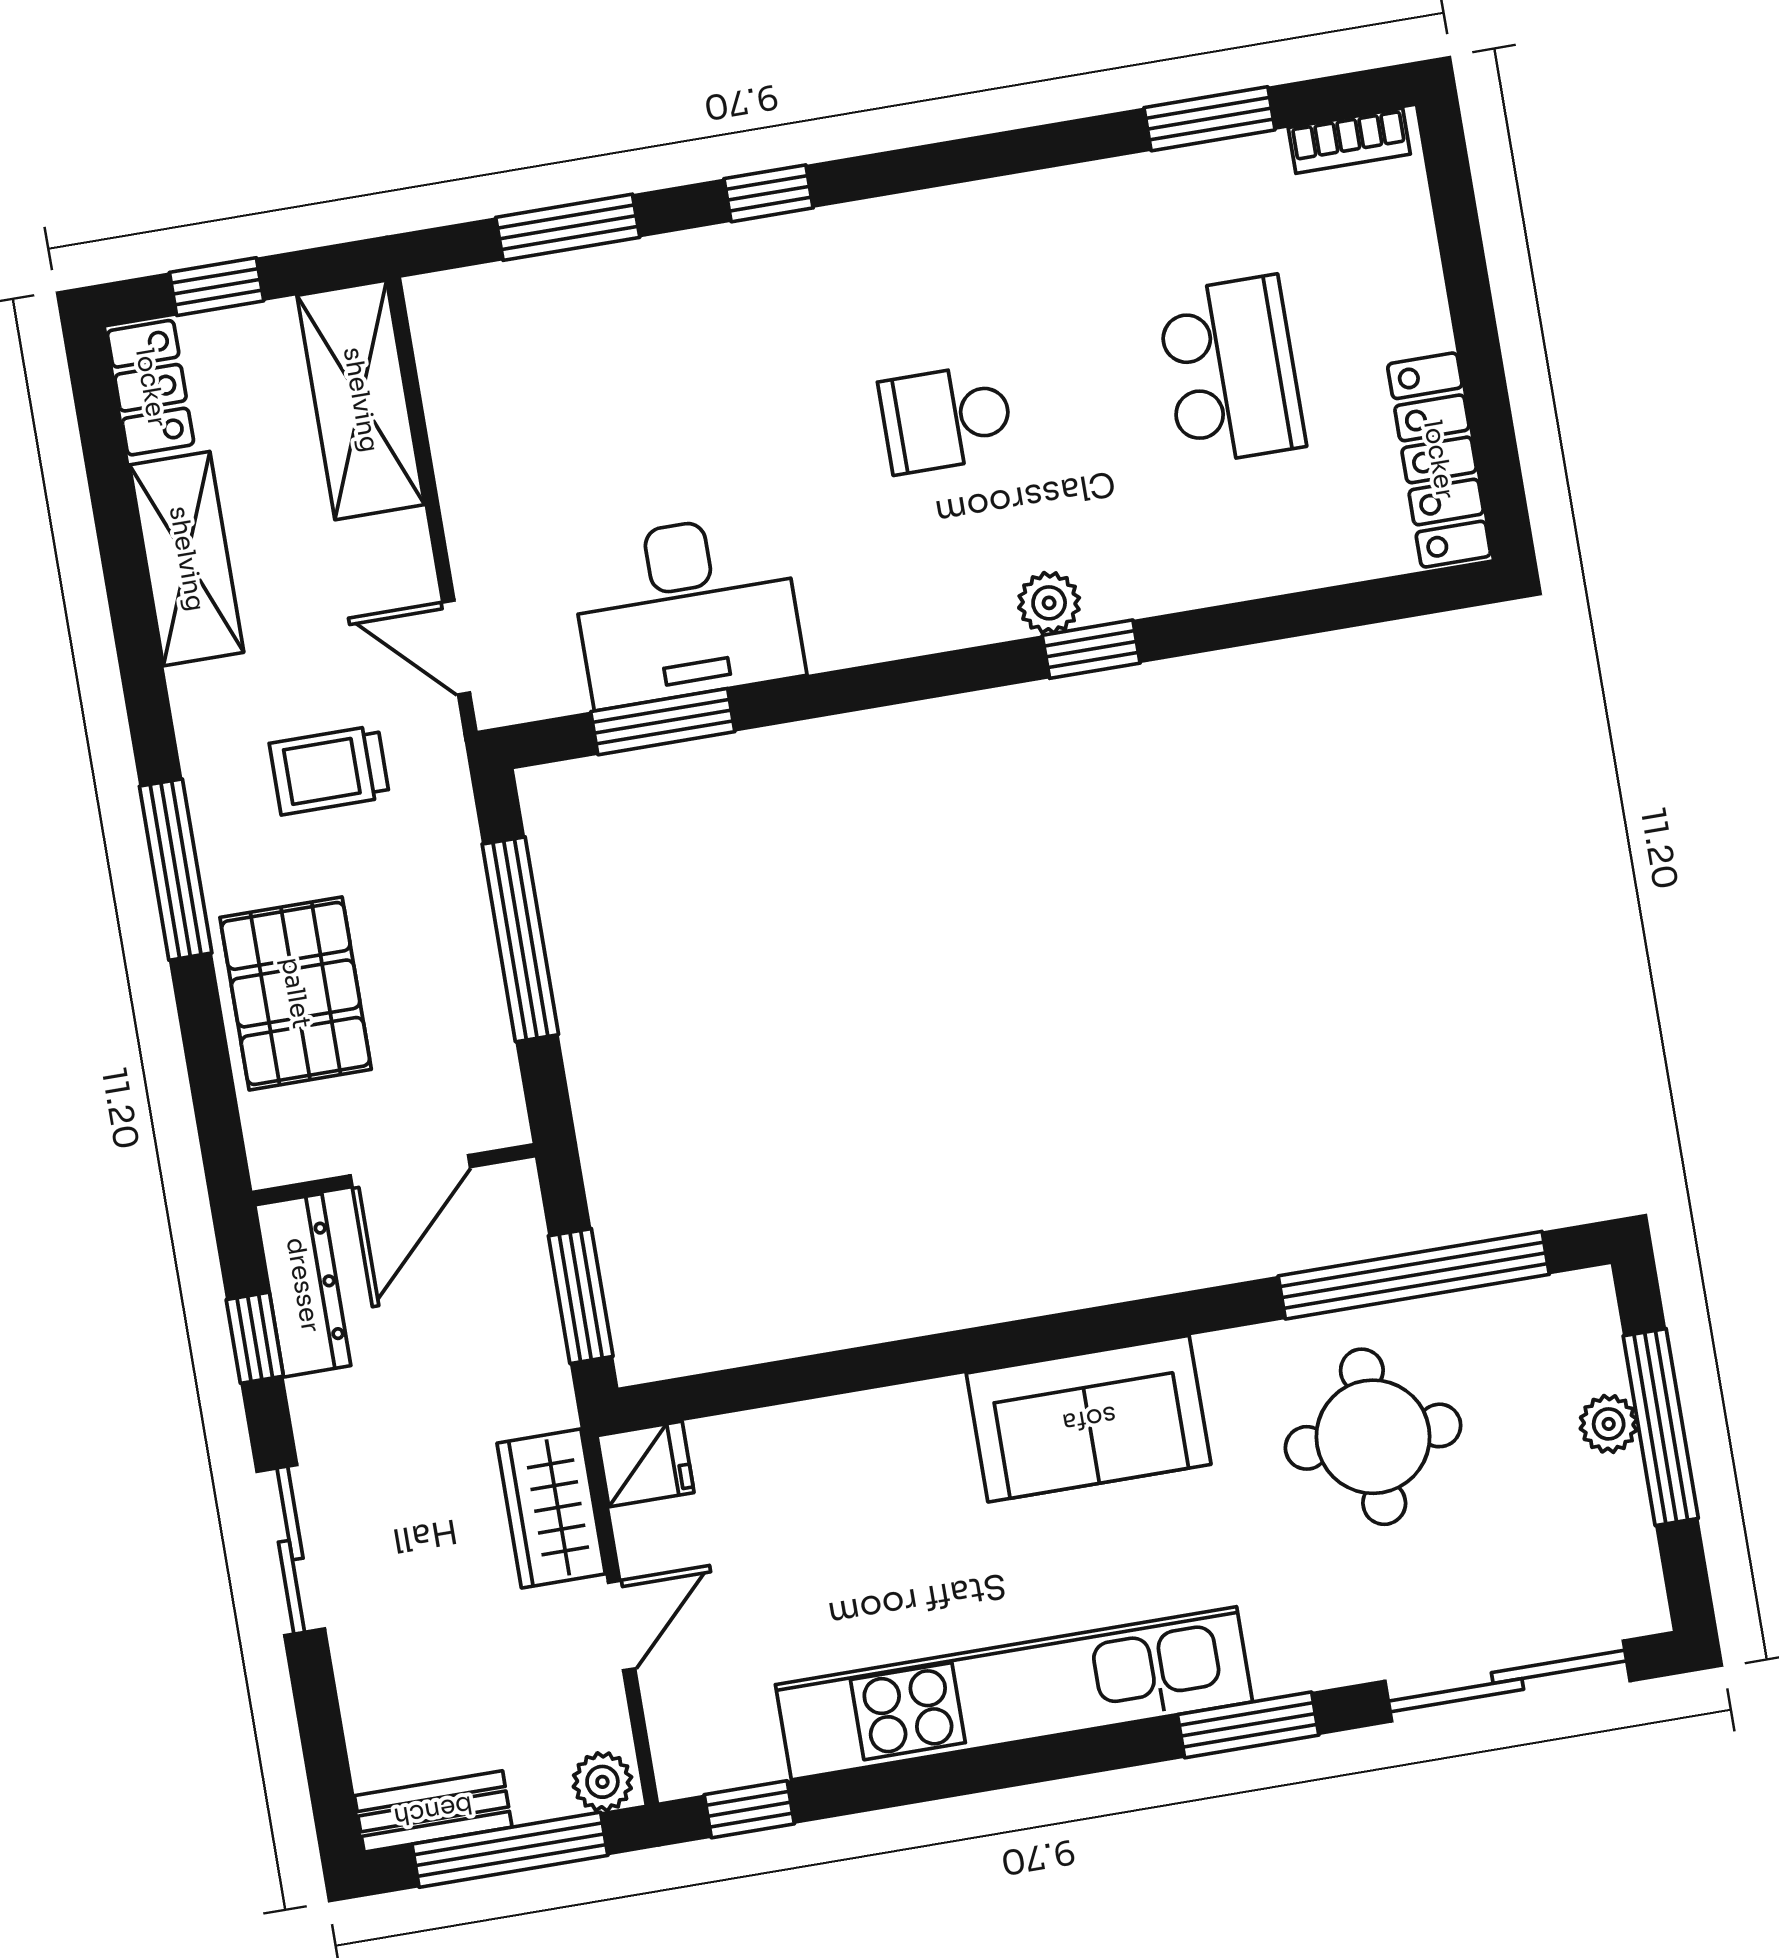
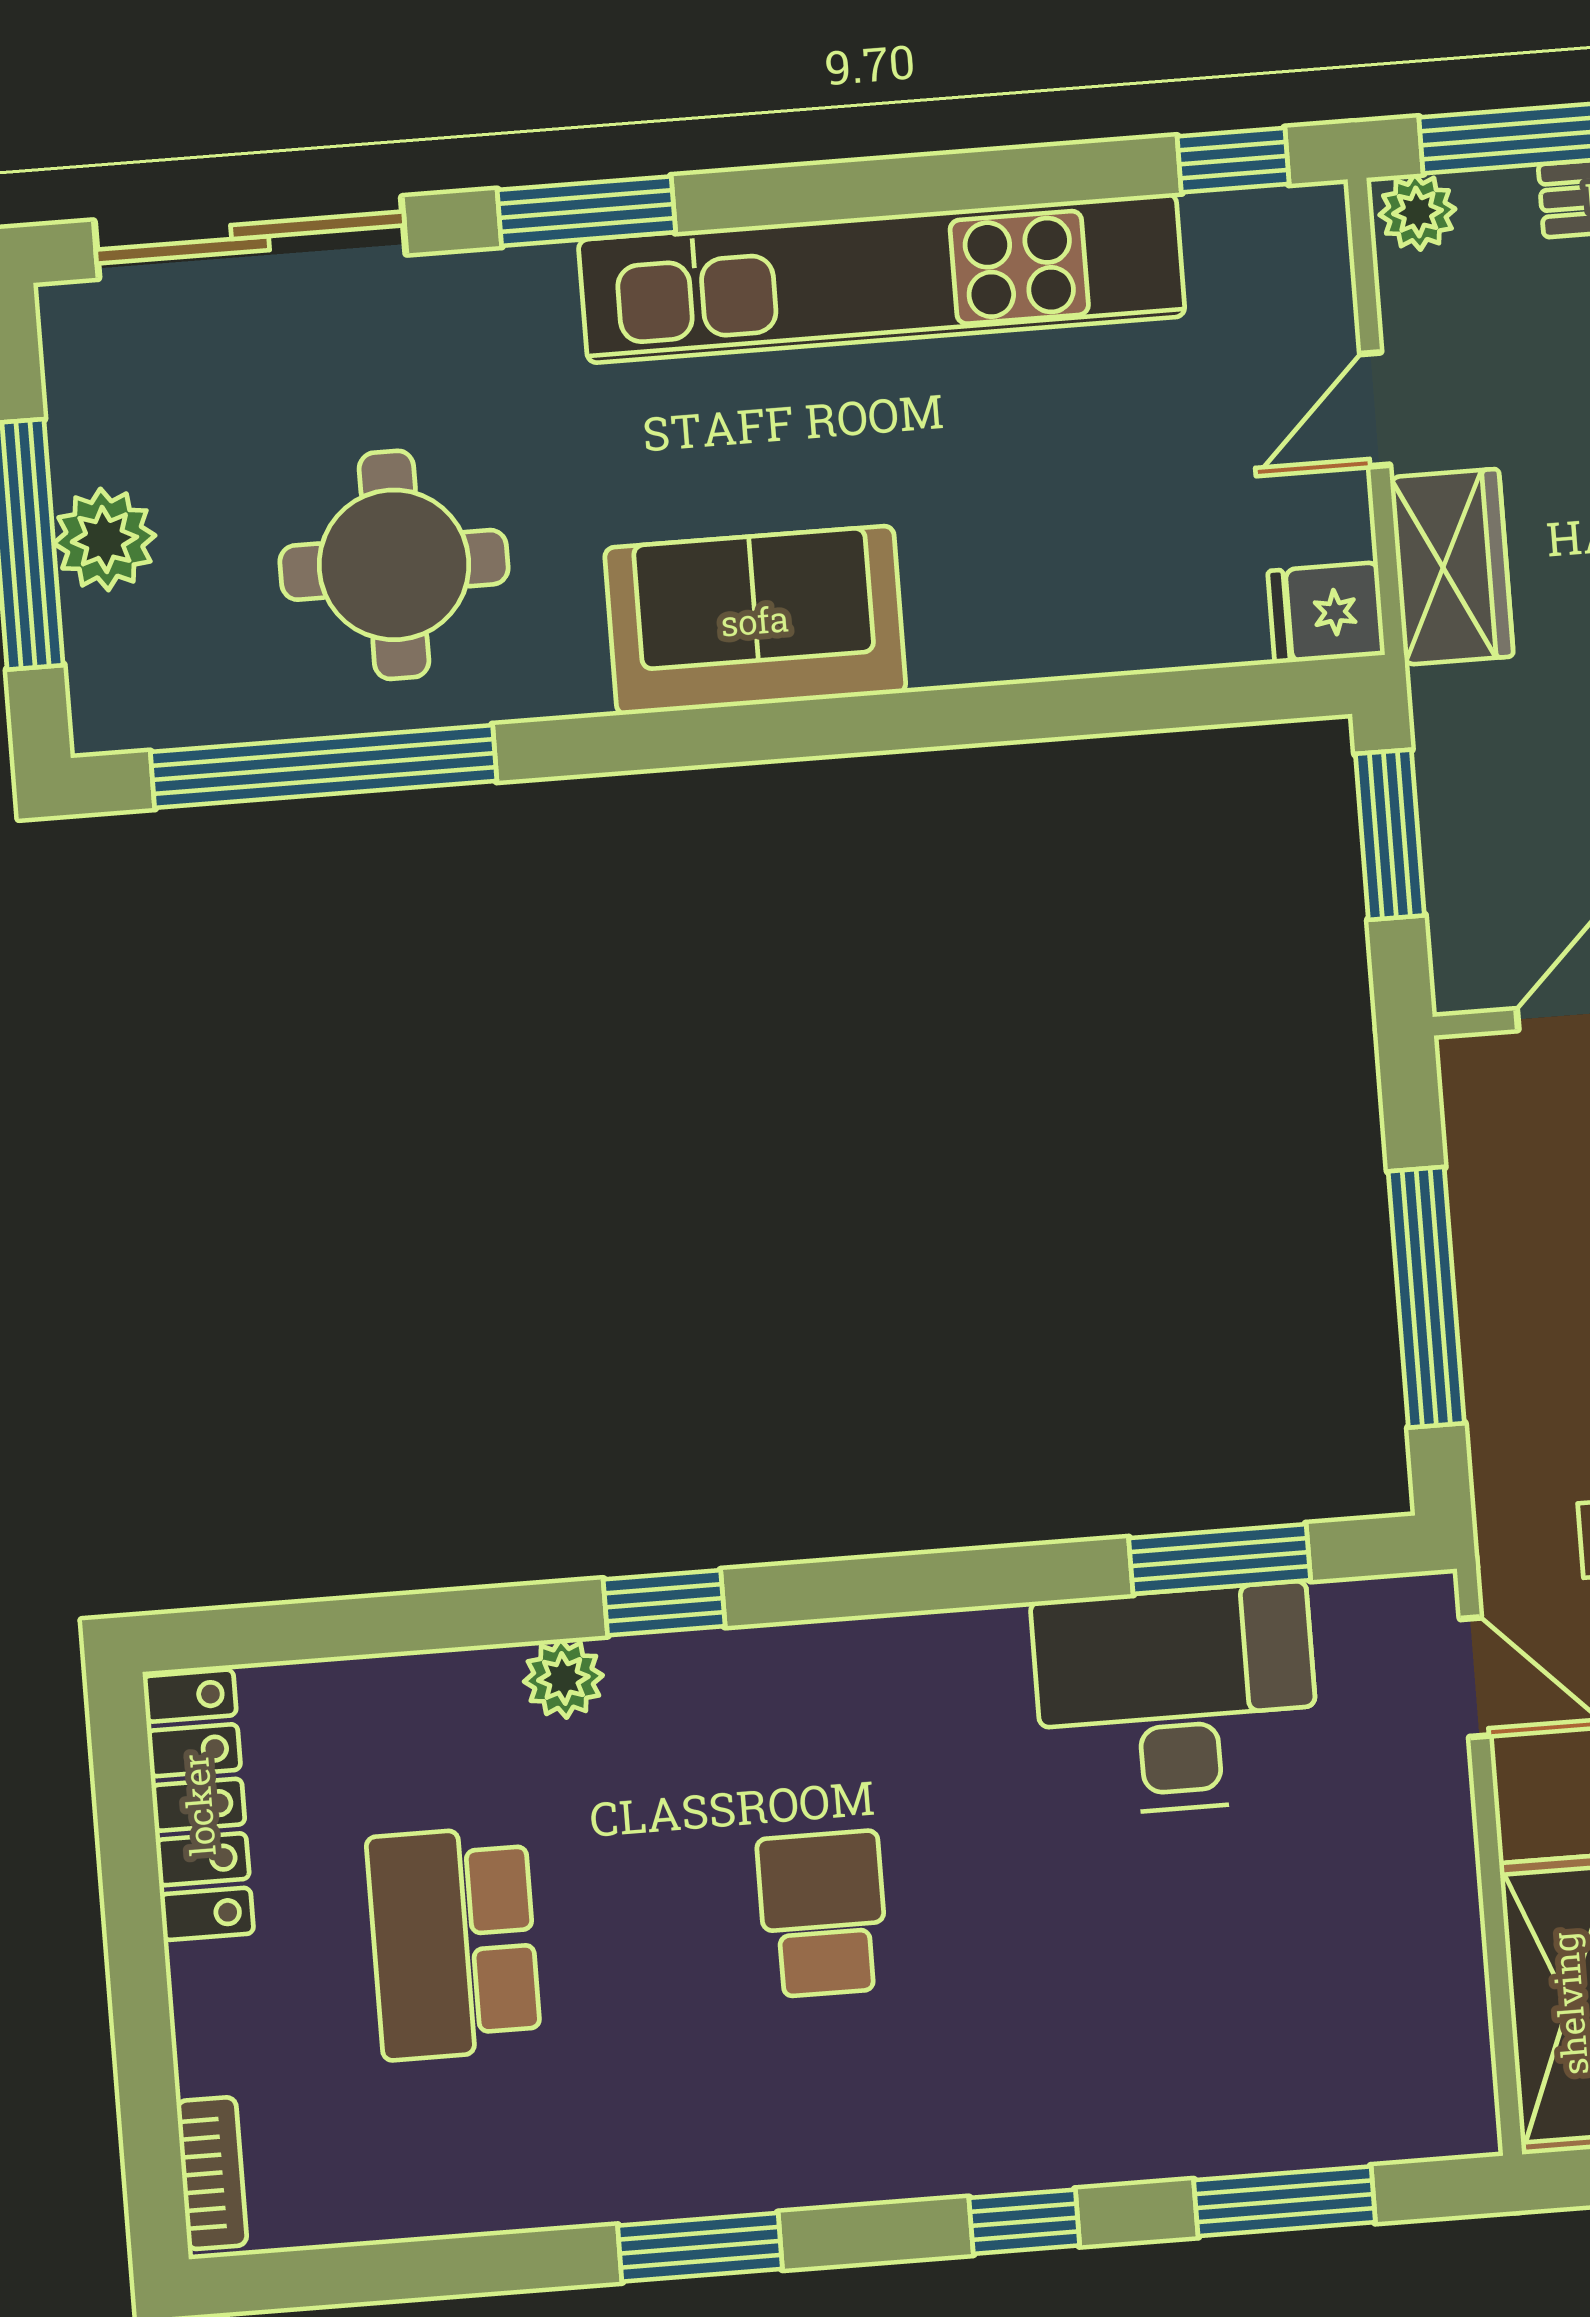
window: (1209, 119) -> (700, 2247), moved
bookcase: (1349, 141) -> (212, 2173), moved, turned 90
school desk: (946, 418) -> (823, 1914), turned -90
plant: (1049, 603) -> (563, 1678), moved
plant: (1609, 1424) -> (104, 539), width x1.38, depth x1.38

